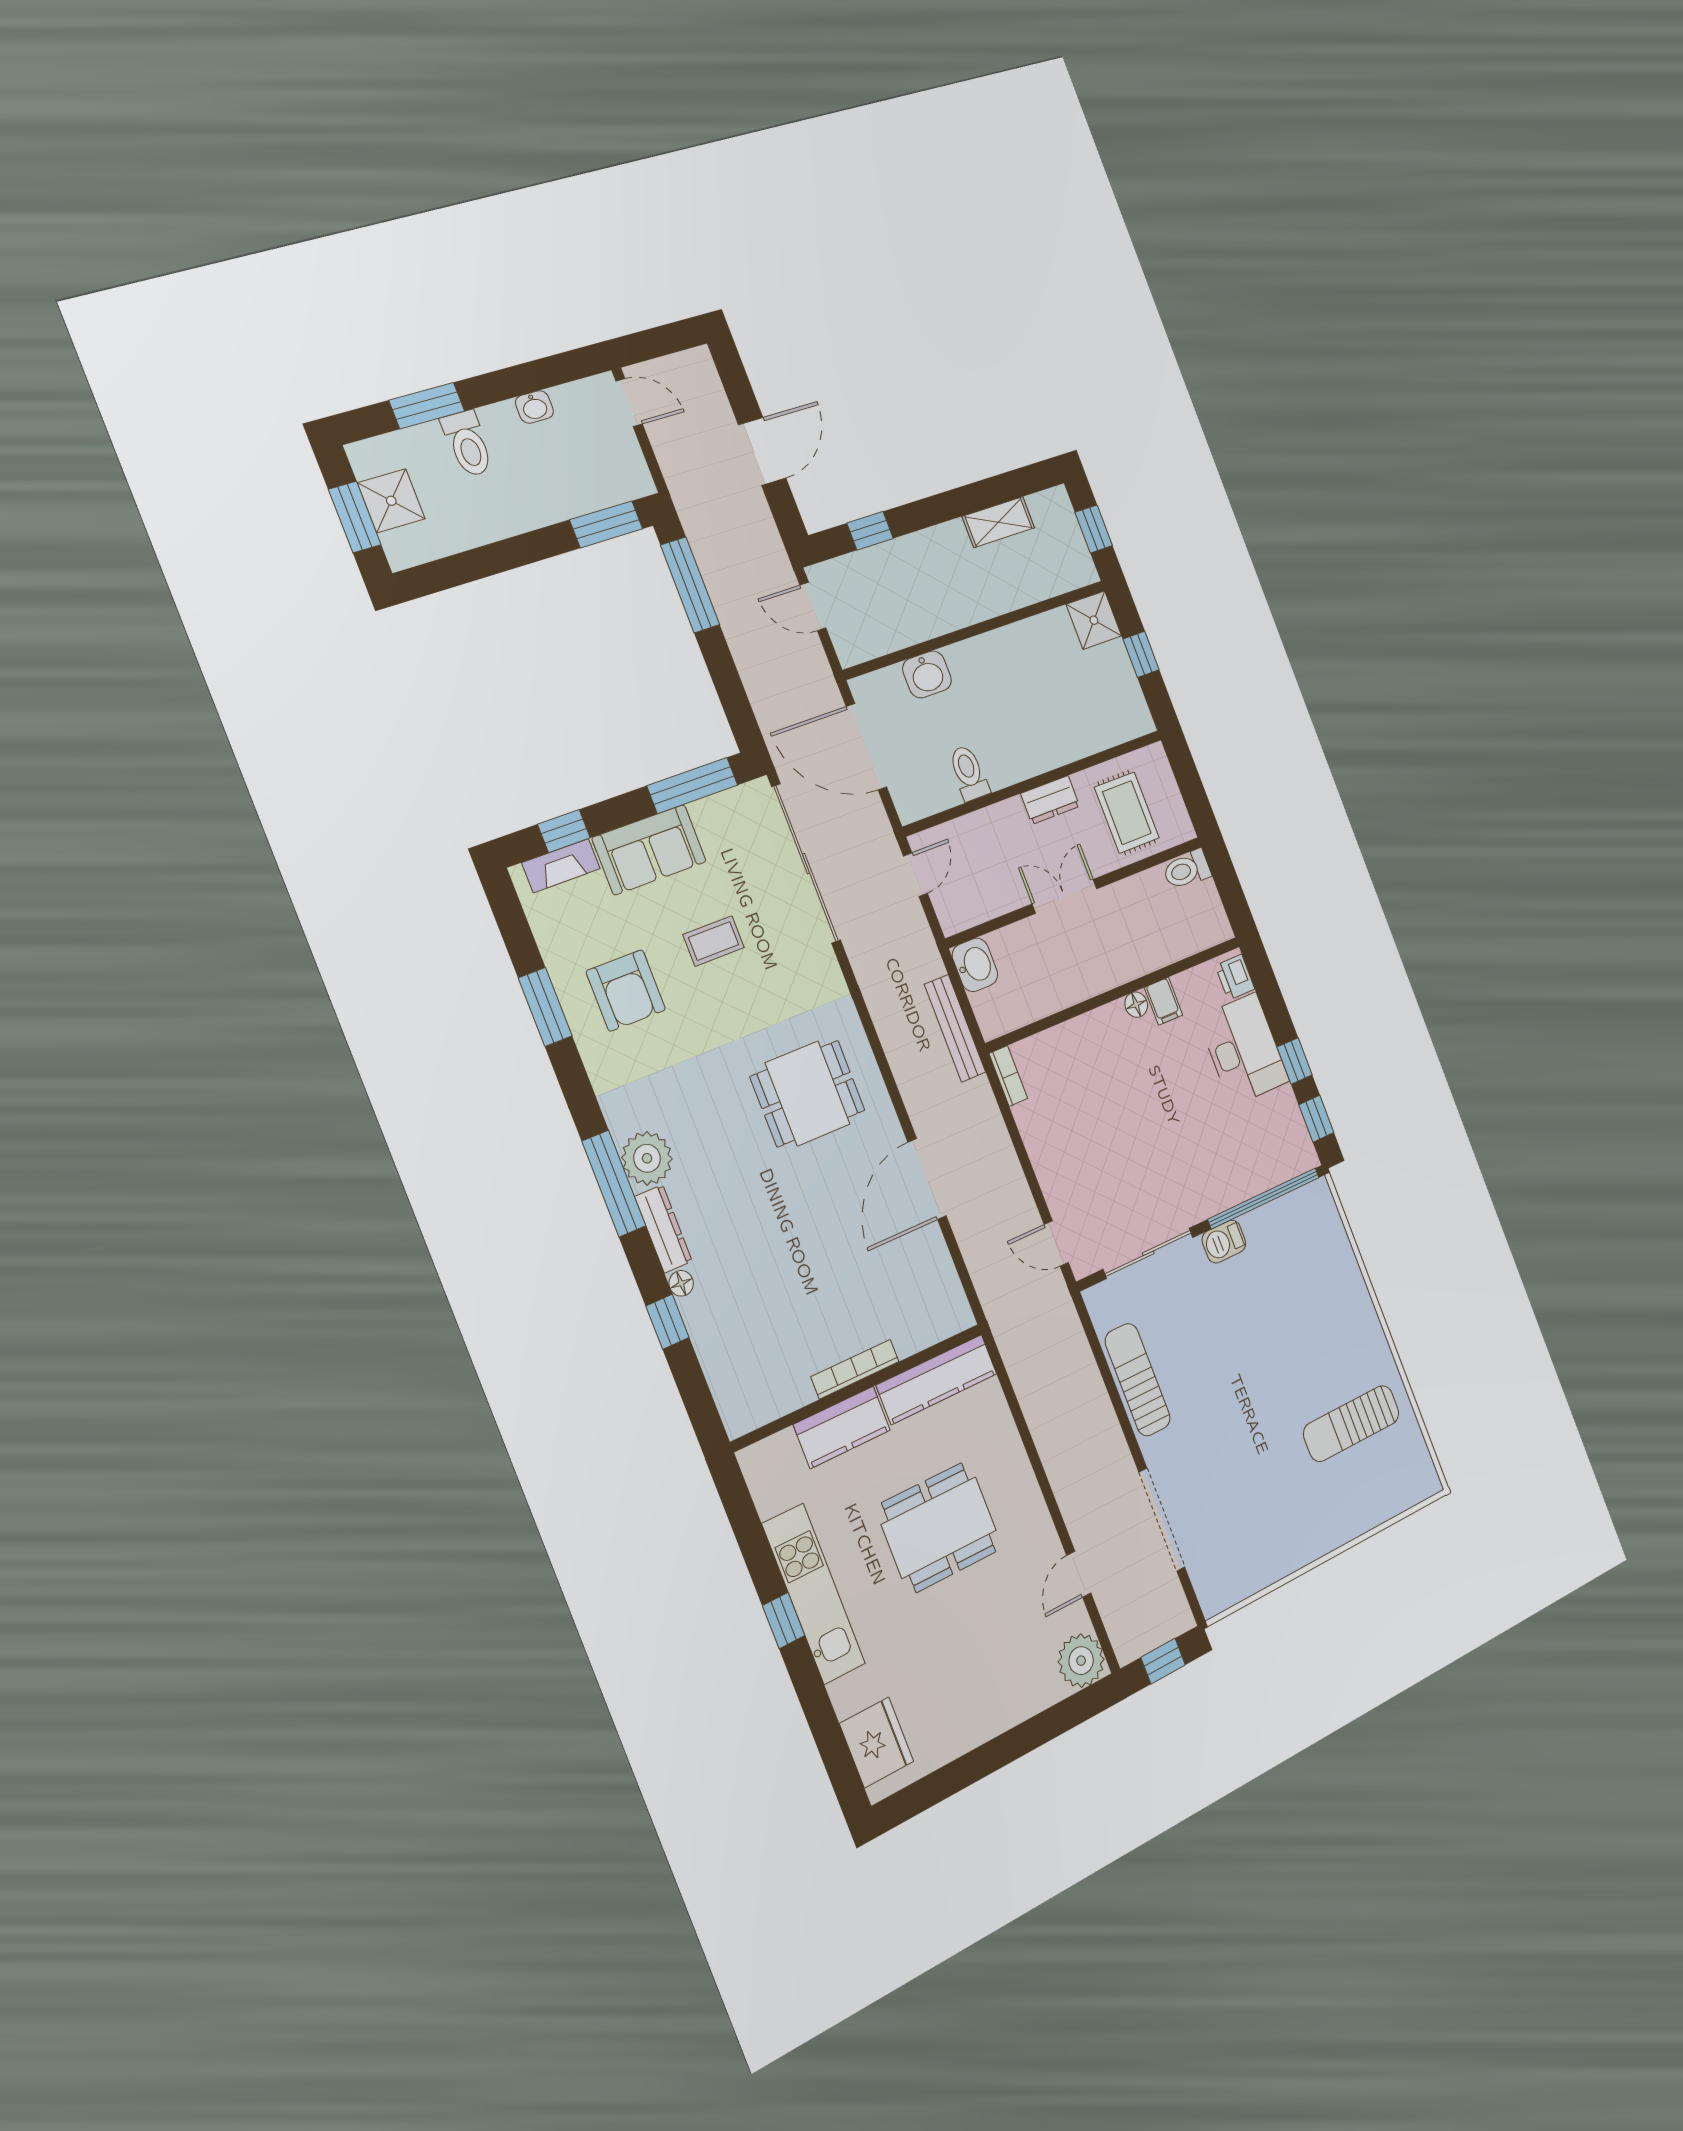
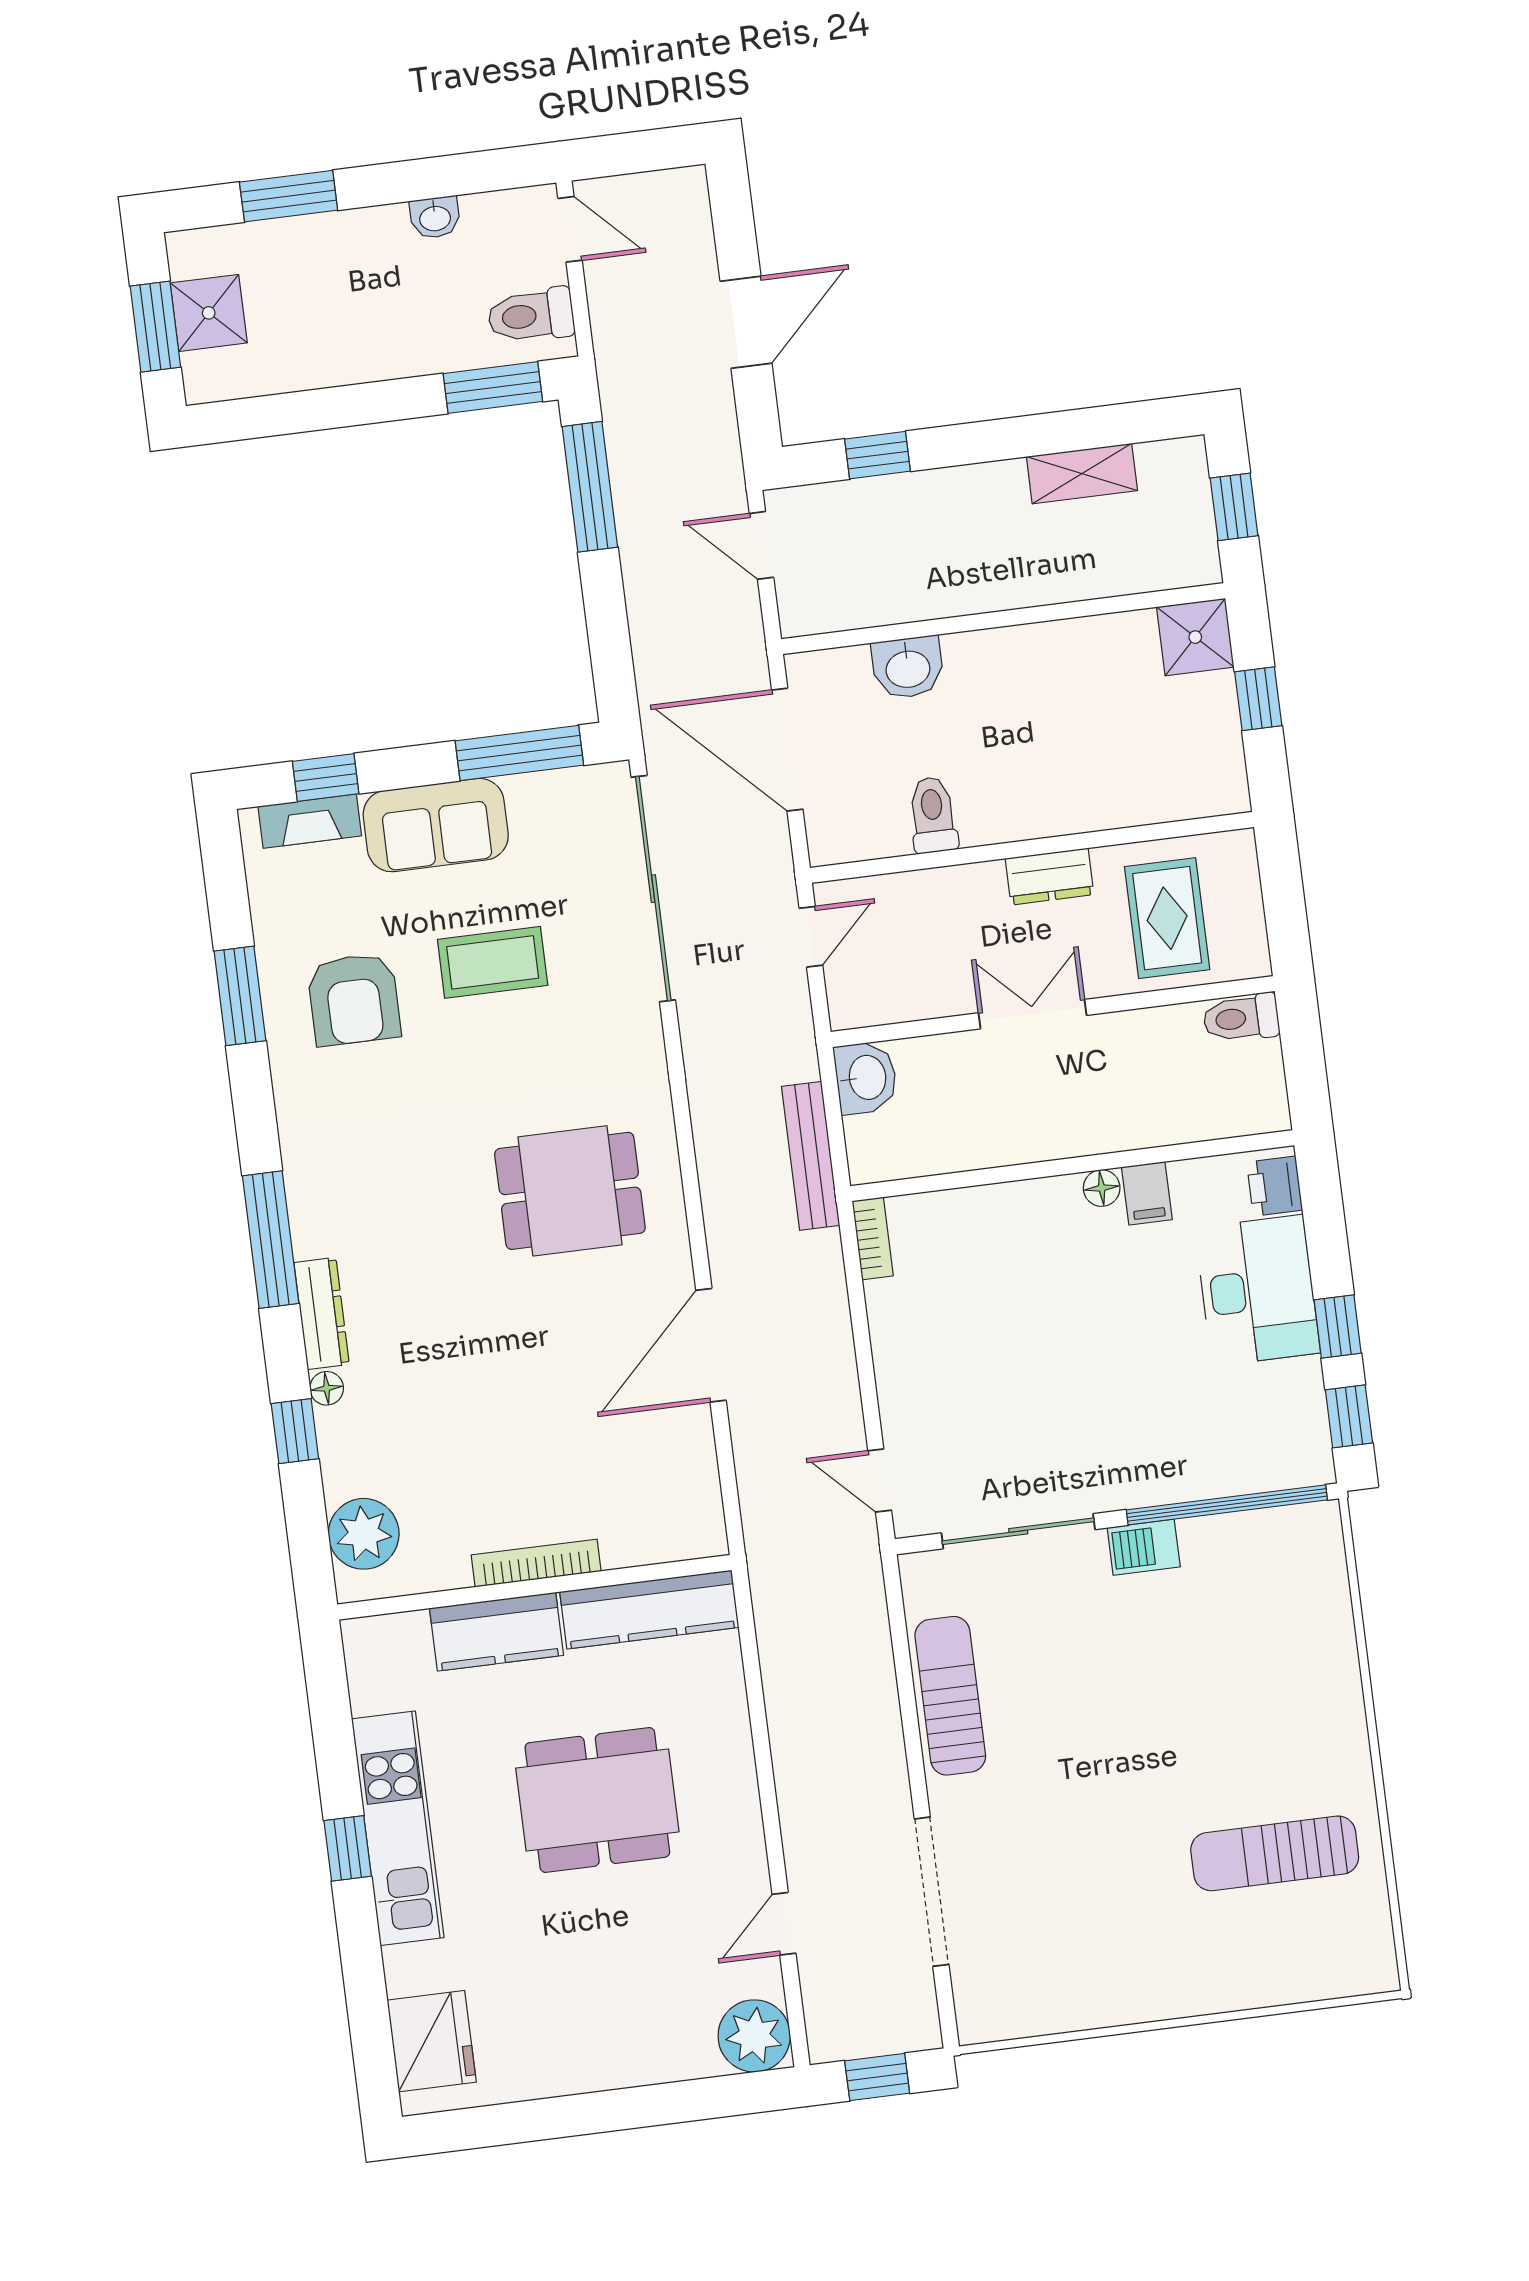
toilet: (468, 444) -> (531, 315), moved, turned 90
coffee table: (714, 941) -> (493, 962), width x1.36, depth x1.30
plant: (647, 1158) -> (364, 1534), moved

